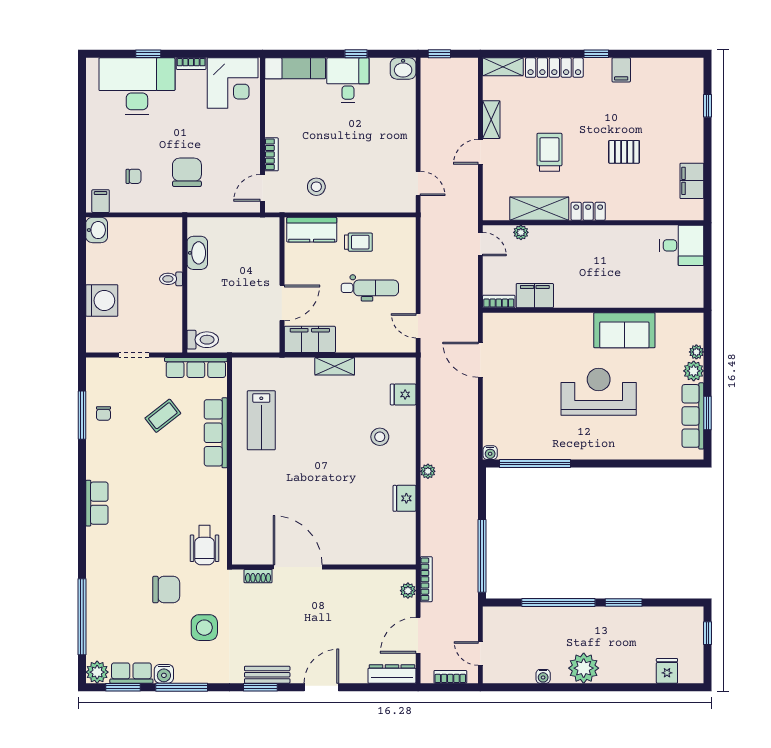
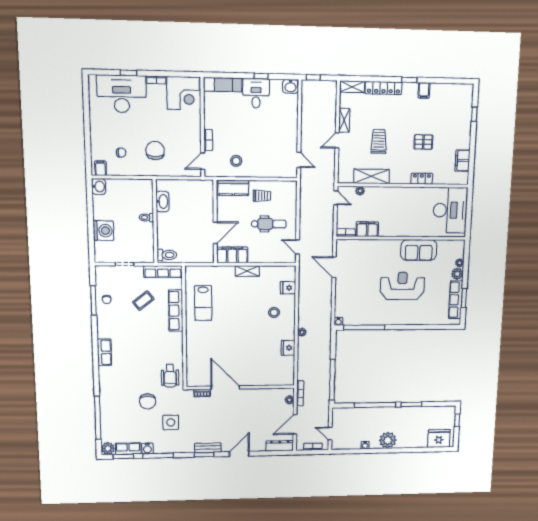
locker: (588, 211) -> (422, 179), moved
desk: (682, 245) -> (450, 210), width x1.87, depth x1.30
chair: (166, 590) -> (148, 401), turned 90
fridge: (667, 671) -> (439, 438), width x1.88, depth x1.34

